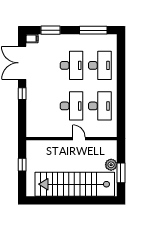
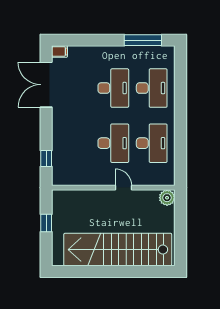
window: (50, 30) -> (85, 40), removed
window: (22, 94) -> (46, 159), moved
plant: (111, 165) -> (167, 198), moved
window: (121, 173) -> (181, 234), removed

